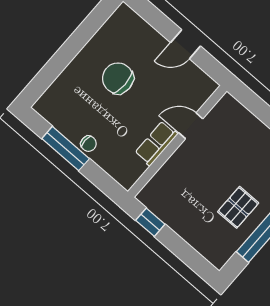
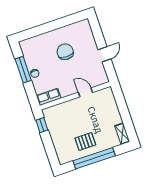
door: (186, 44) -> (105, 54), swing flipped
row of seats: (156, 143) -> (49, 97), moved

